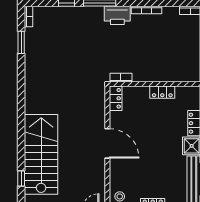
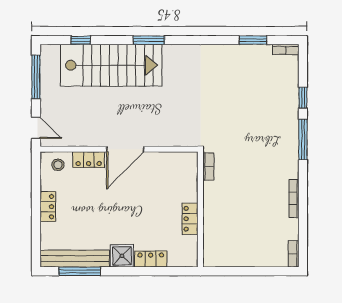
printer: (117, 15) -> (287, 162), removed
locker: (116, 98) -> (89, 160), moved
window: (21, 125) -> (149, 40), added

